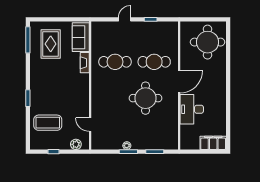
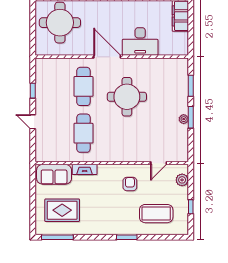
armchair: (73, 101) -> (130, 184), added
coffee table: (48, 123) -> (156, 214), turned 90

